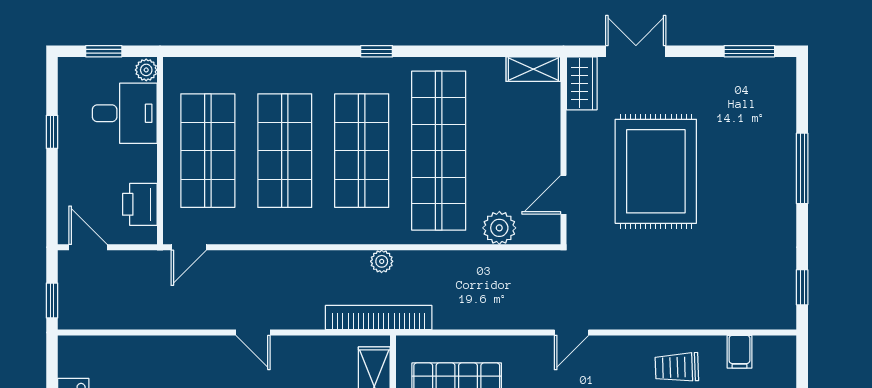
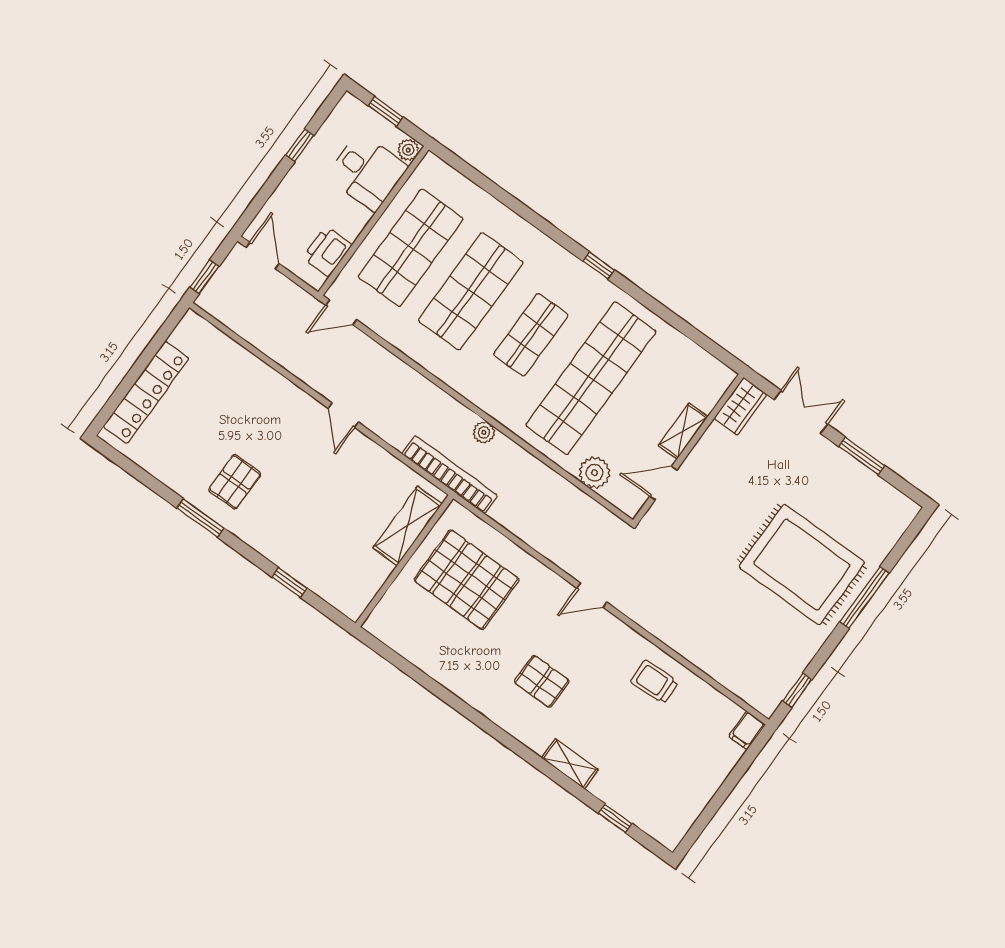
window: (749, 51) -> (862, 456), moved
shelving: (533, 69) -> (683, 431), moved, turned 90
shop shelf: (362, 151) -> (531, 335), width x0.70, depth x0.74
rug: (656, 171) -> (802, 565), moved, turned 90
filing cabinet: (739, 352) -> (747, 730), moved

